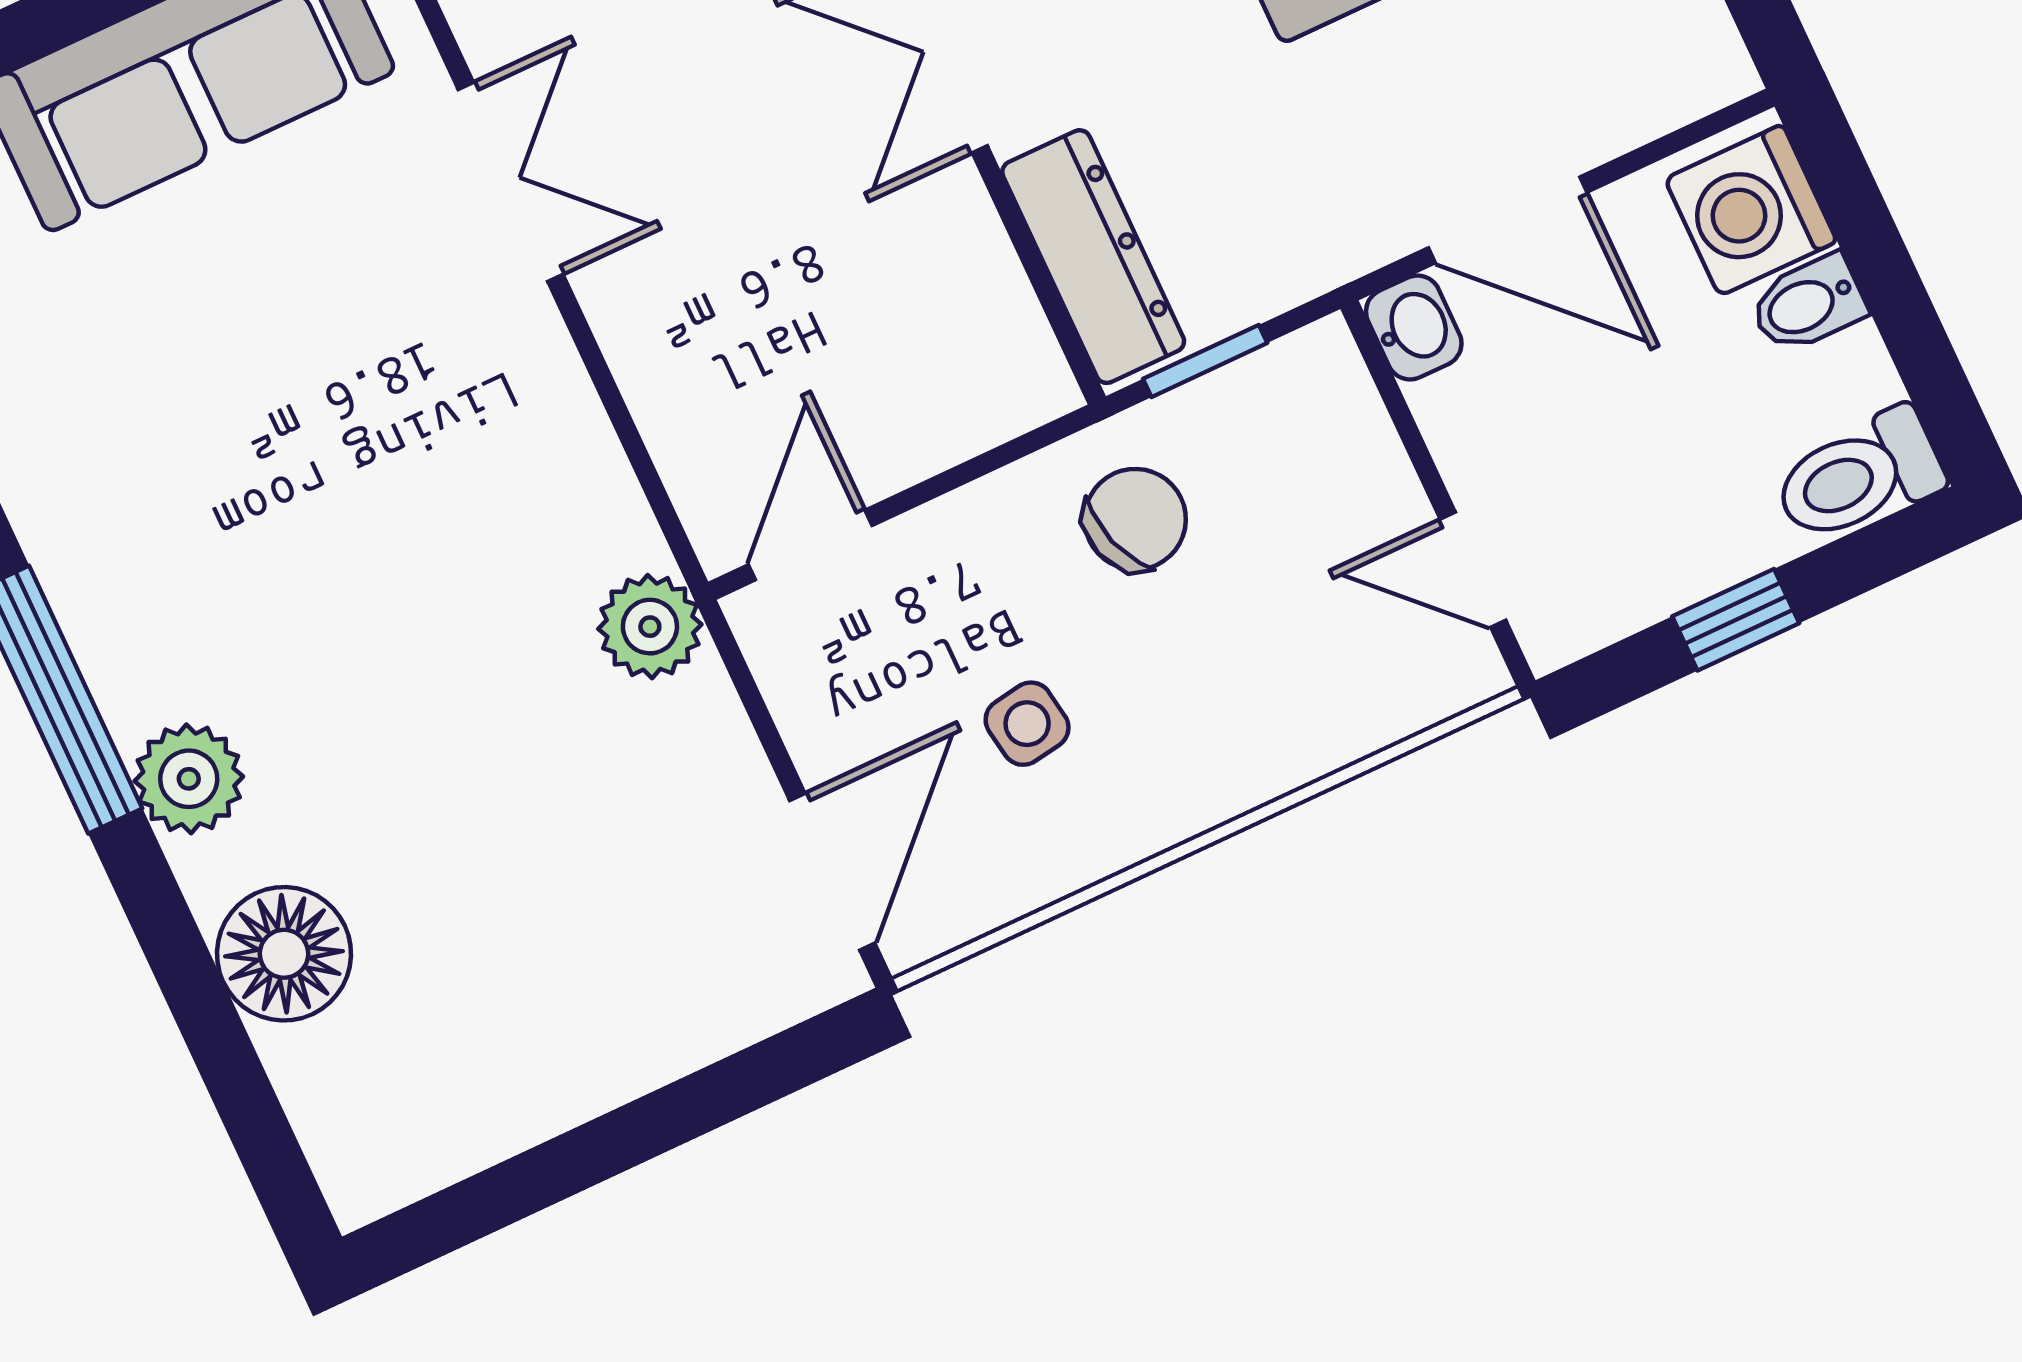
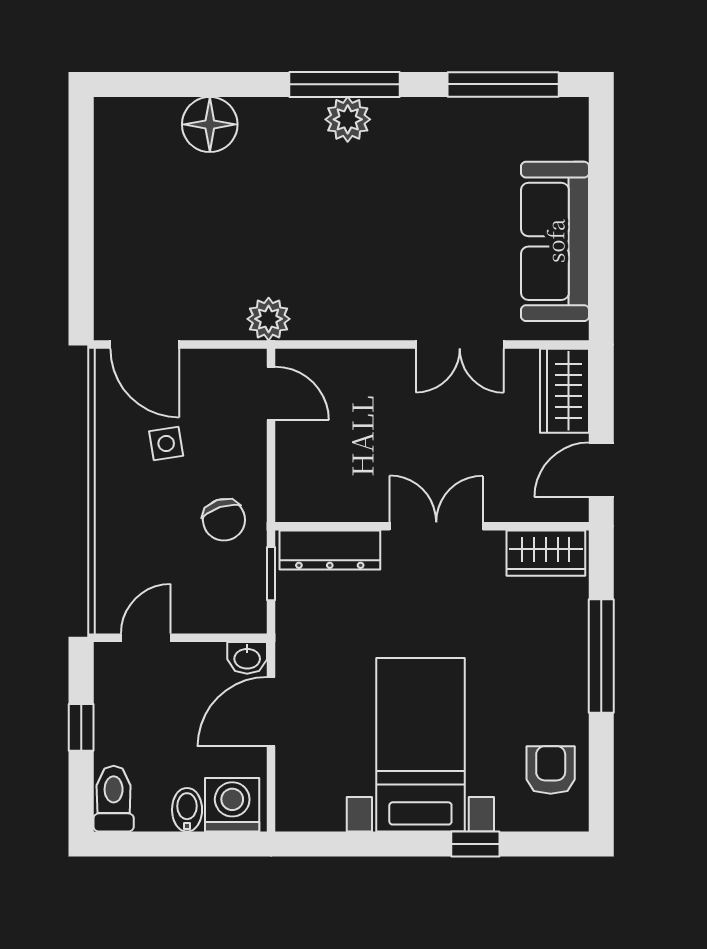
plant: (189, 779) -> (348, 119), moved

